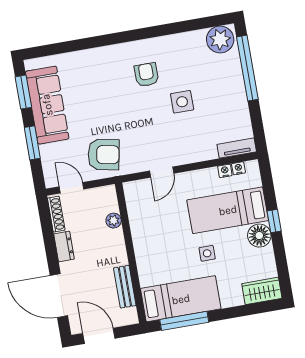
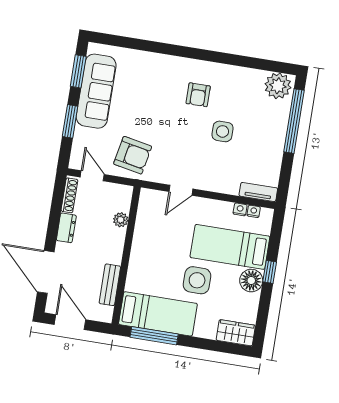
armchair: (146, 75) -> (198, 95), turned 180
side table: (207, 253) -> (197, 280), width x1.87, depth x1.87

